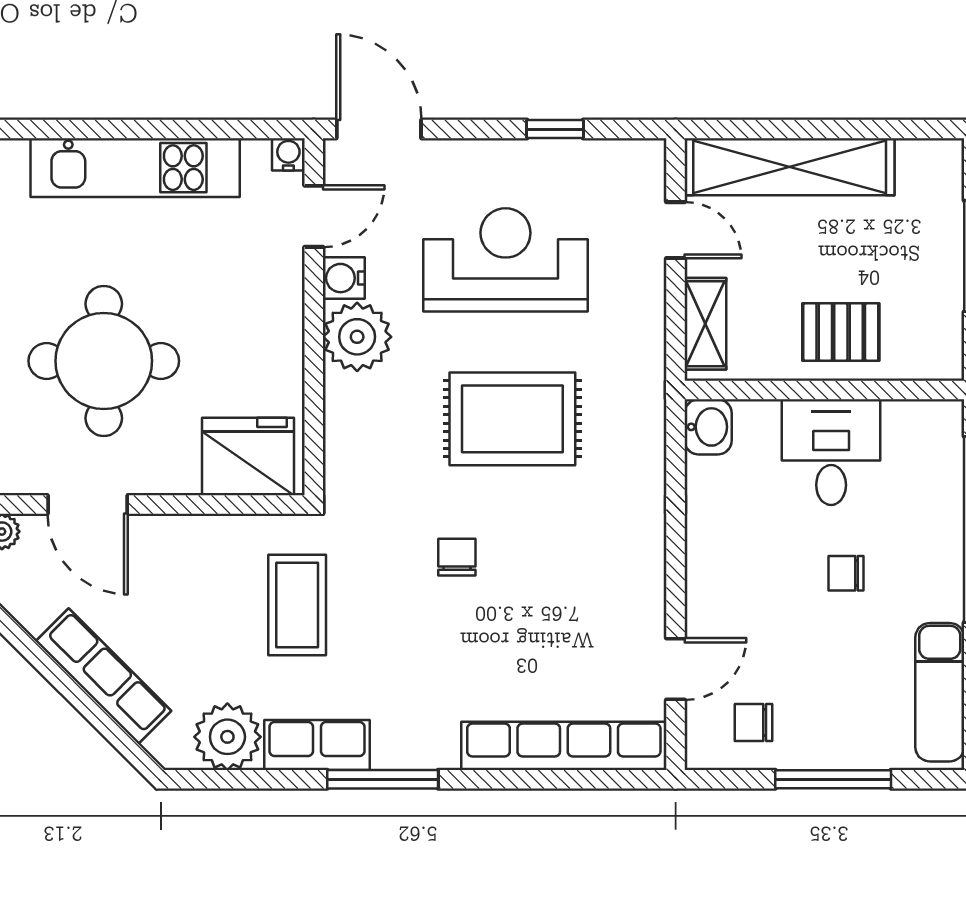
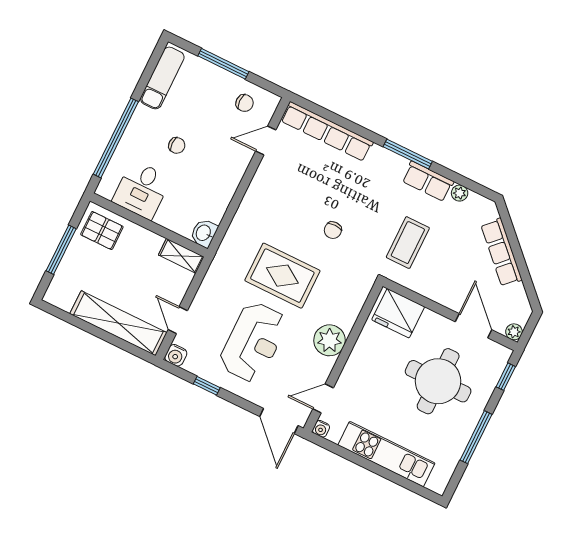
reception desk: (505, 260) -> (253, 342), turned -90
water cooler: (344, 278) -> (176, 355), moved, turned 90
shelving: (705, 324) -> (181, 256), moved, turned 90
pallet: (841, 332) -> (102, 231), moved
desk: (831, 452) -> (142, 190), moved
plant: (227, 737) -> (460, 193), width x0.53, depth x0.53

